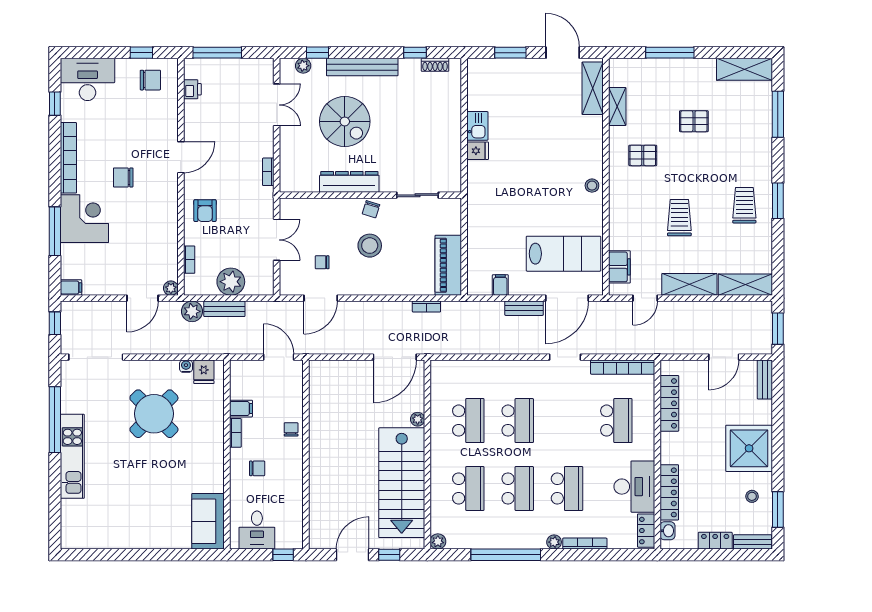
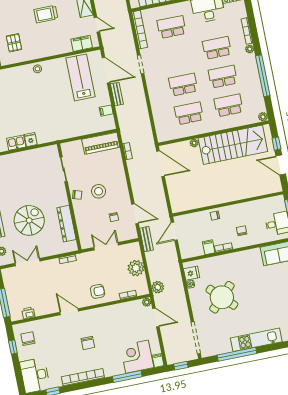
dresser: (349, 182) -> (66, 224), moved
corner desk: (84, 219) -> (137, 357), moved
bench: (224, 309) -> (147, 239), moved

